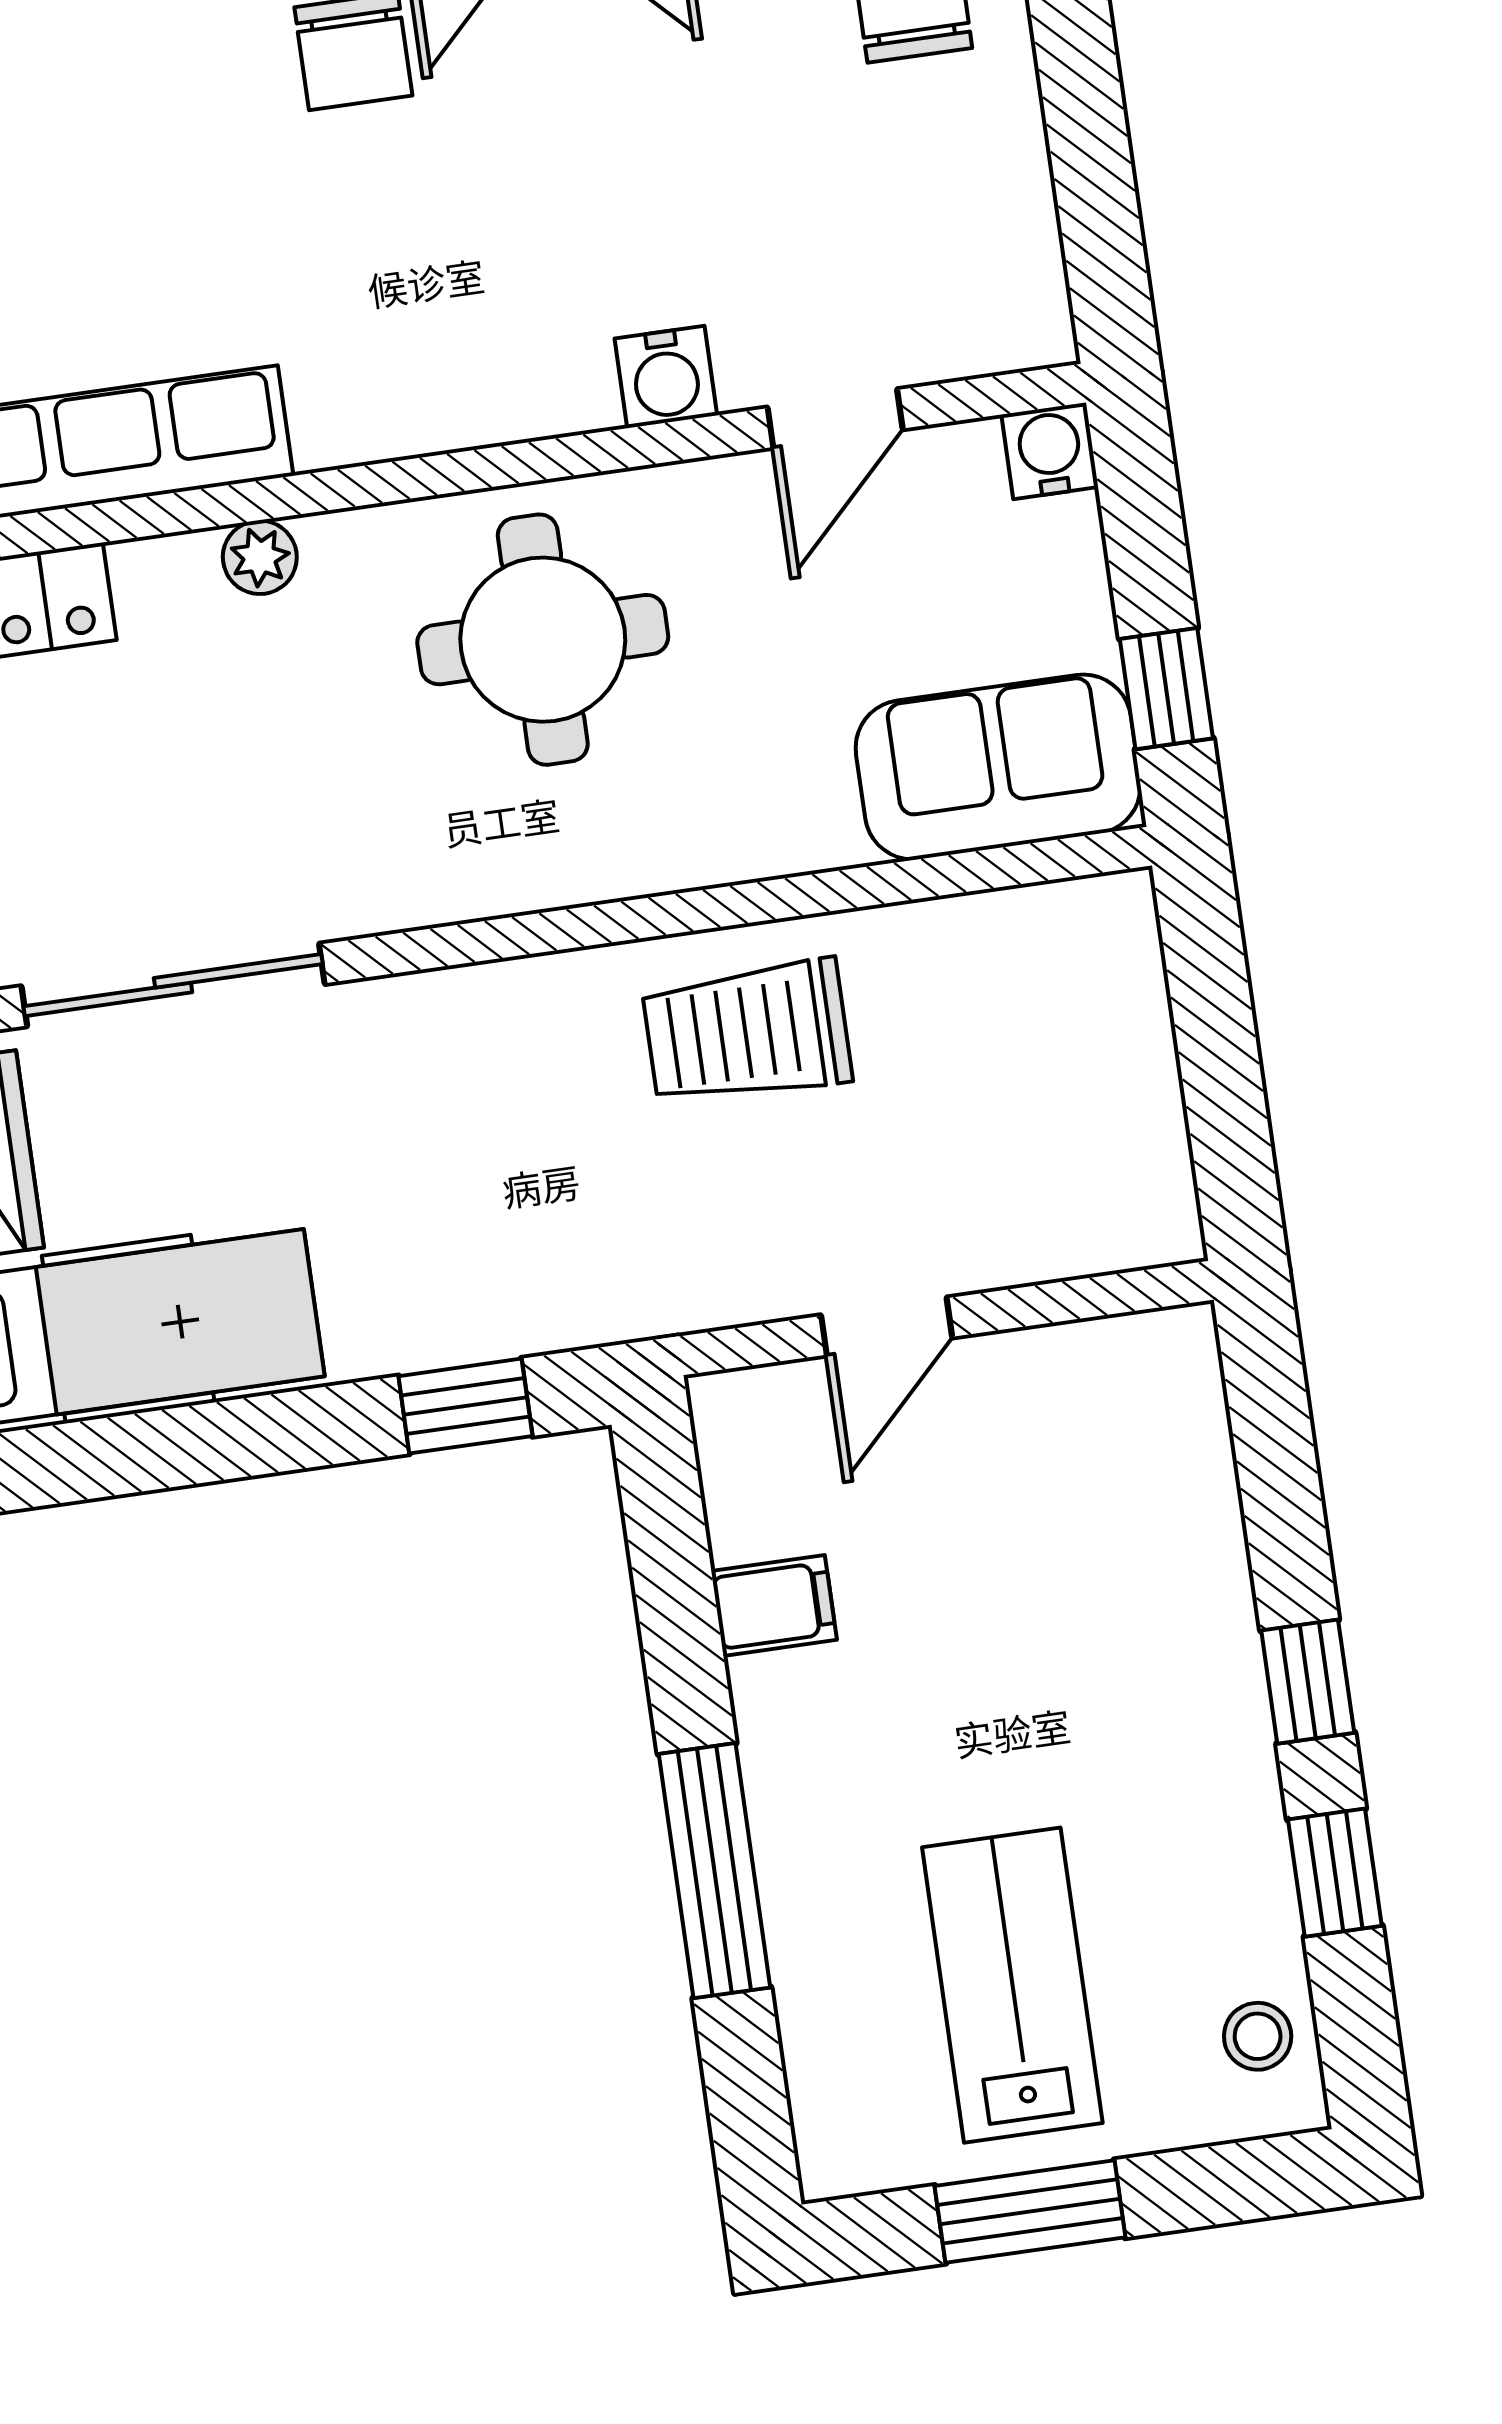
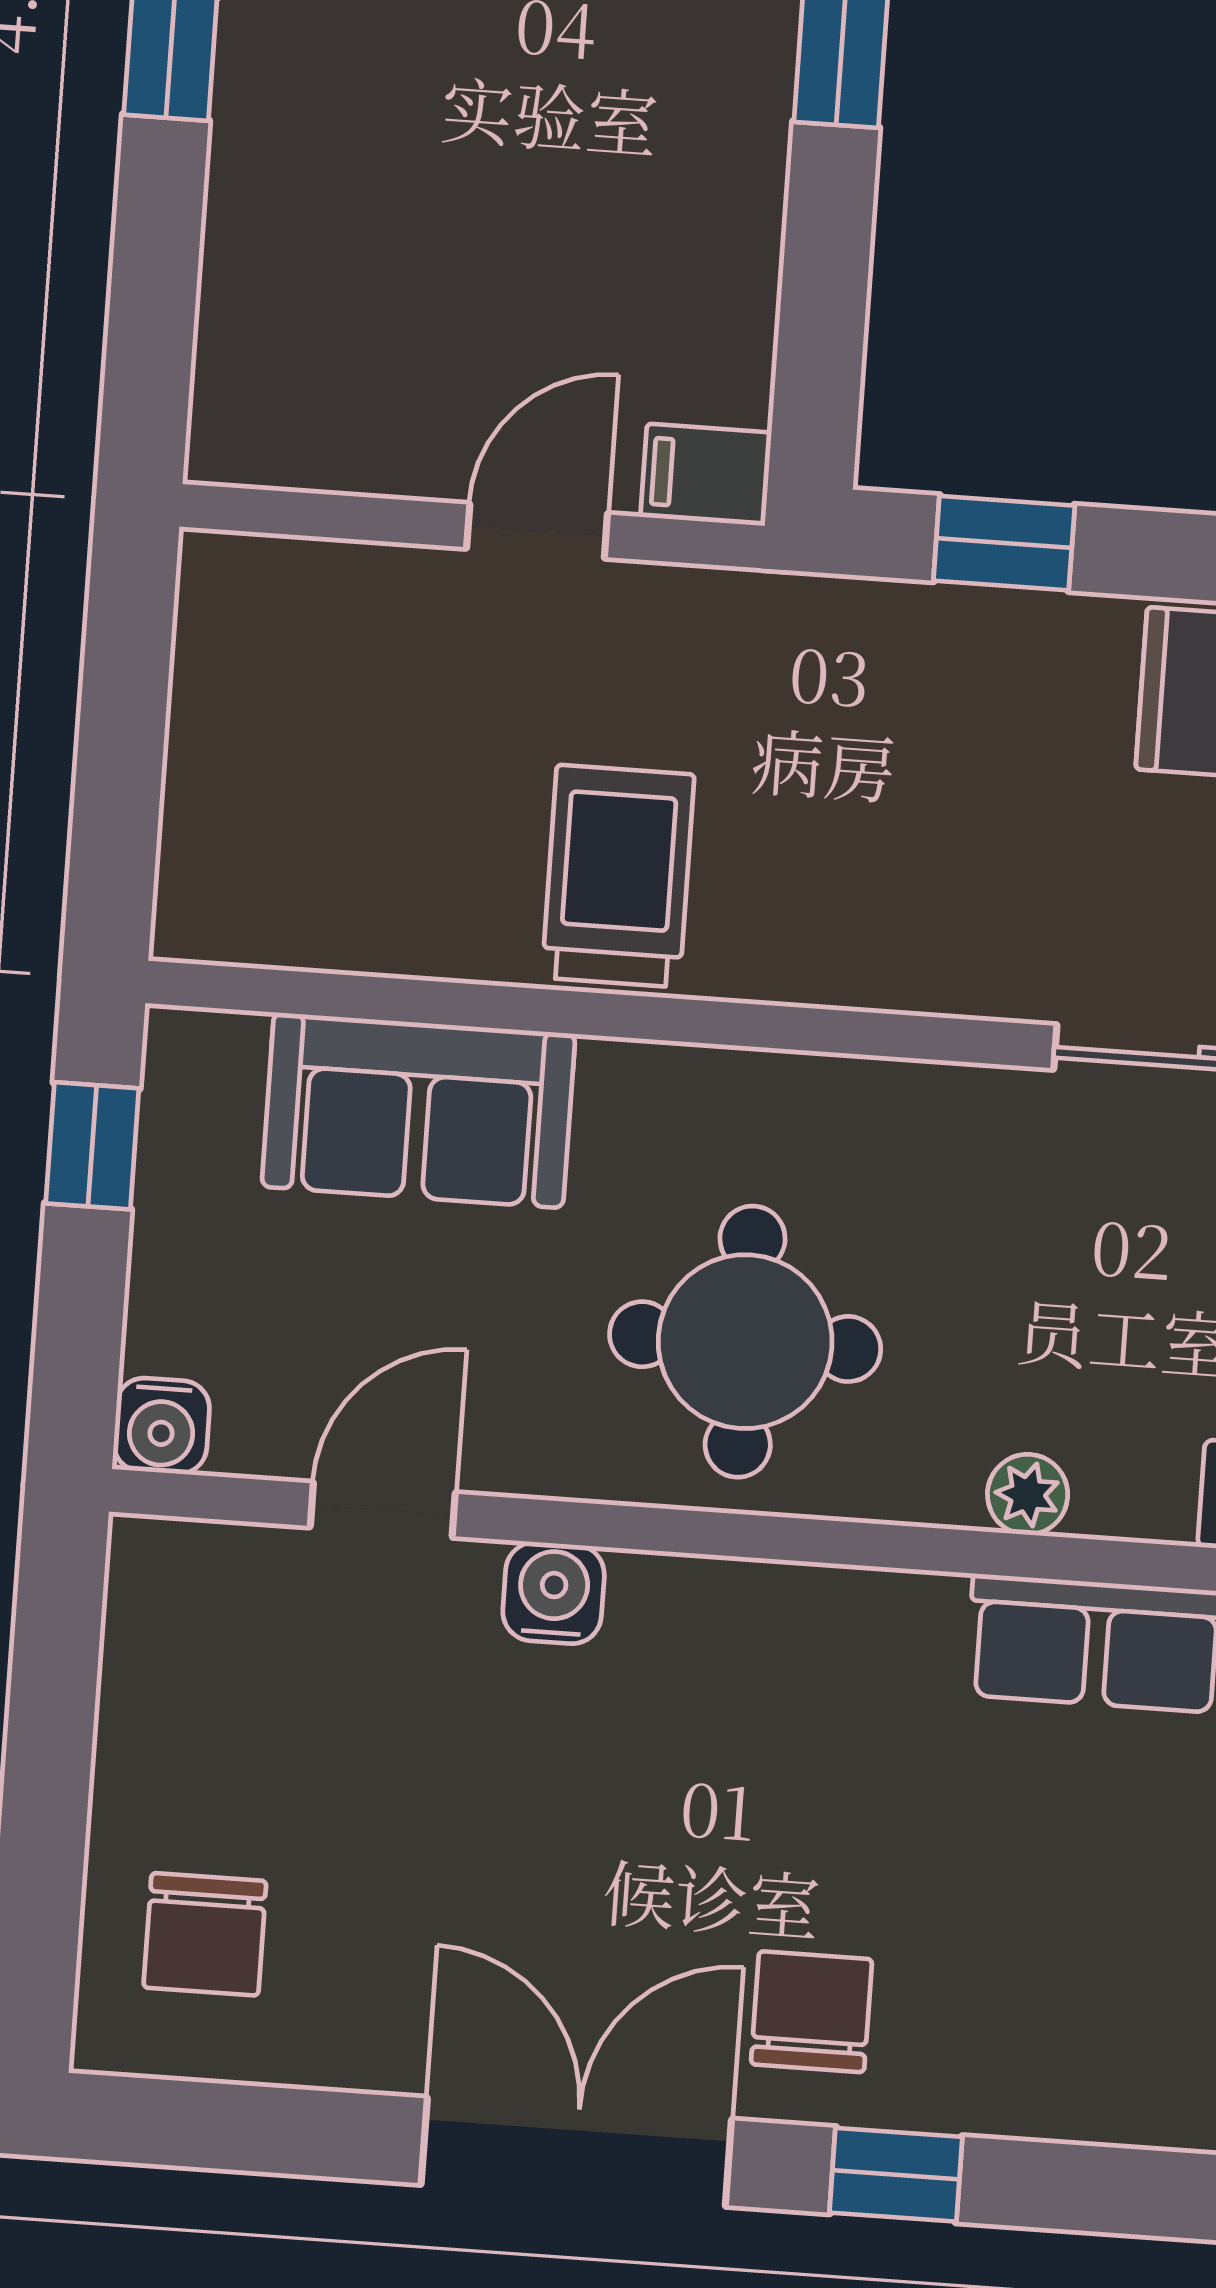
sofa: (998, 767) -> (418, 1110), moved
trolley: (747, 1033) -> (618, 876), turned -90
filing cabinet: (774, 1605) -> (706, 475), moved

